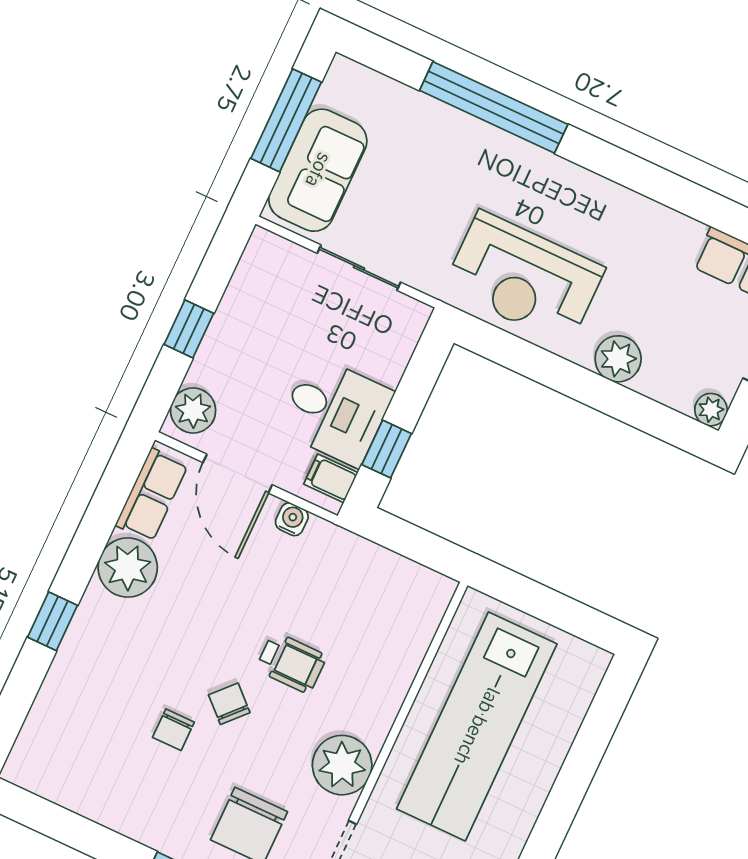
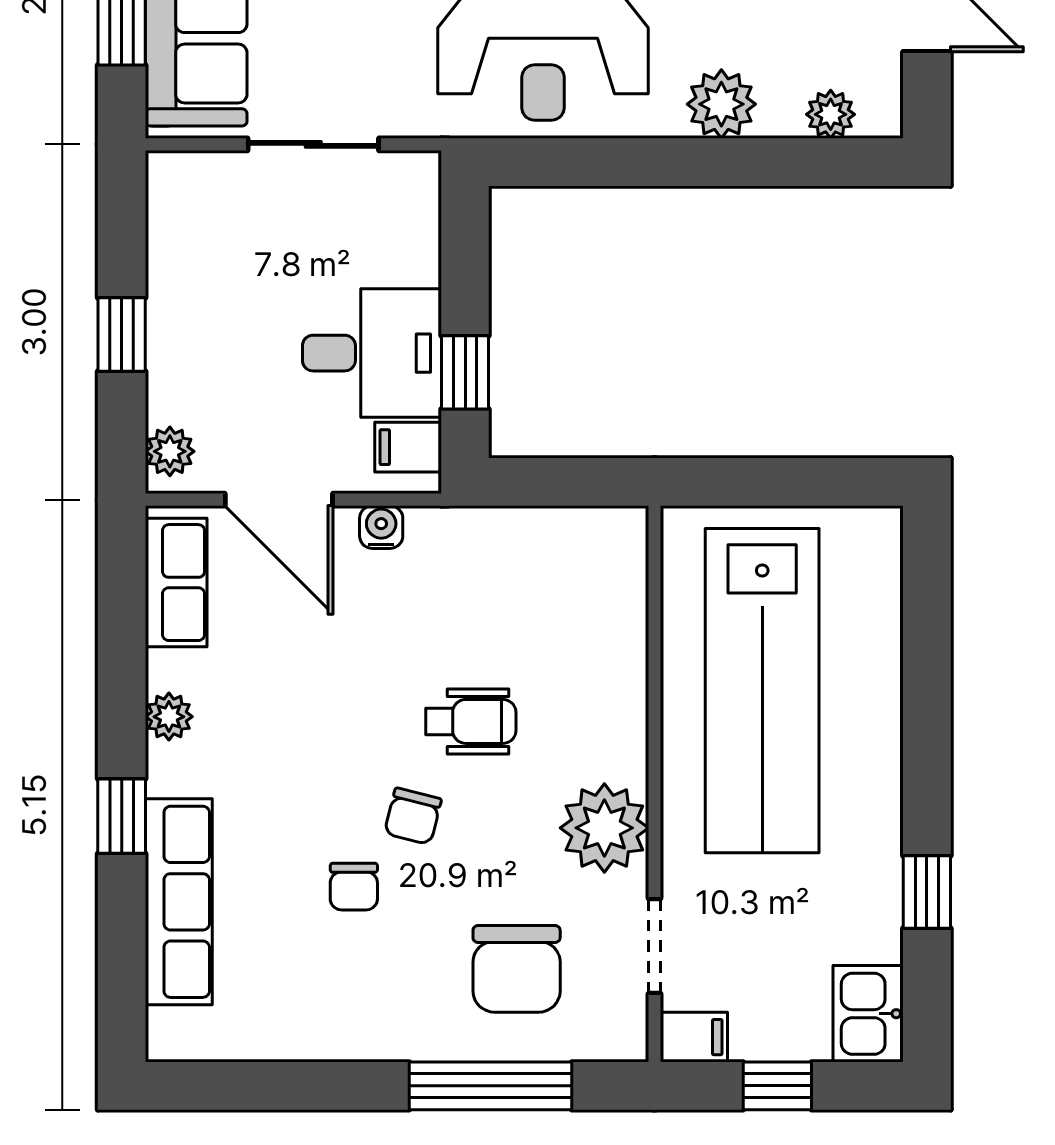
plant: (193, 410) -> (170, 451), width x0.73, depth x0.73
plant: (711, 410) -> (831, 114), moved
plant: (128, 567) -> (169, 717), width x0.53, depth x0.53
row of seats: (63, 689) -> (179, 902), added
chair: (229, 704) -> (413, 816), turned -119

